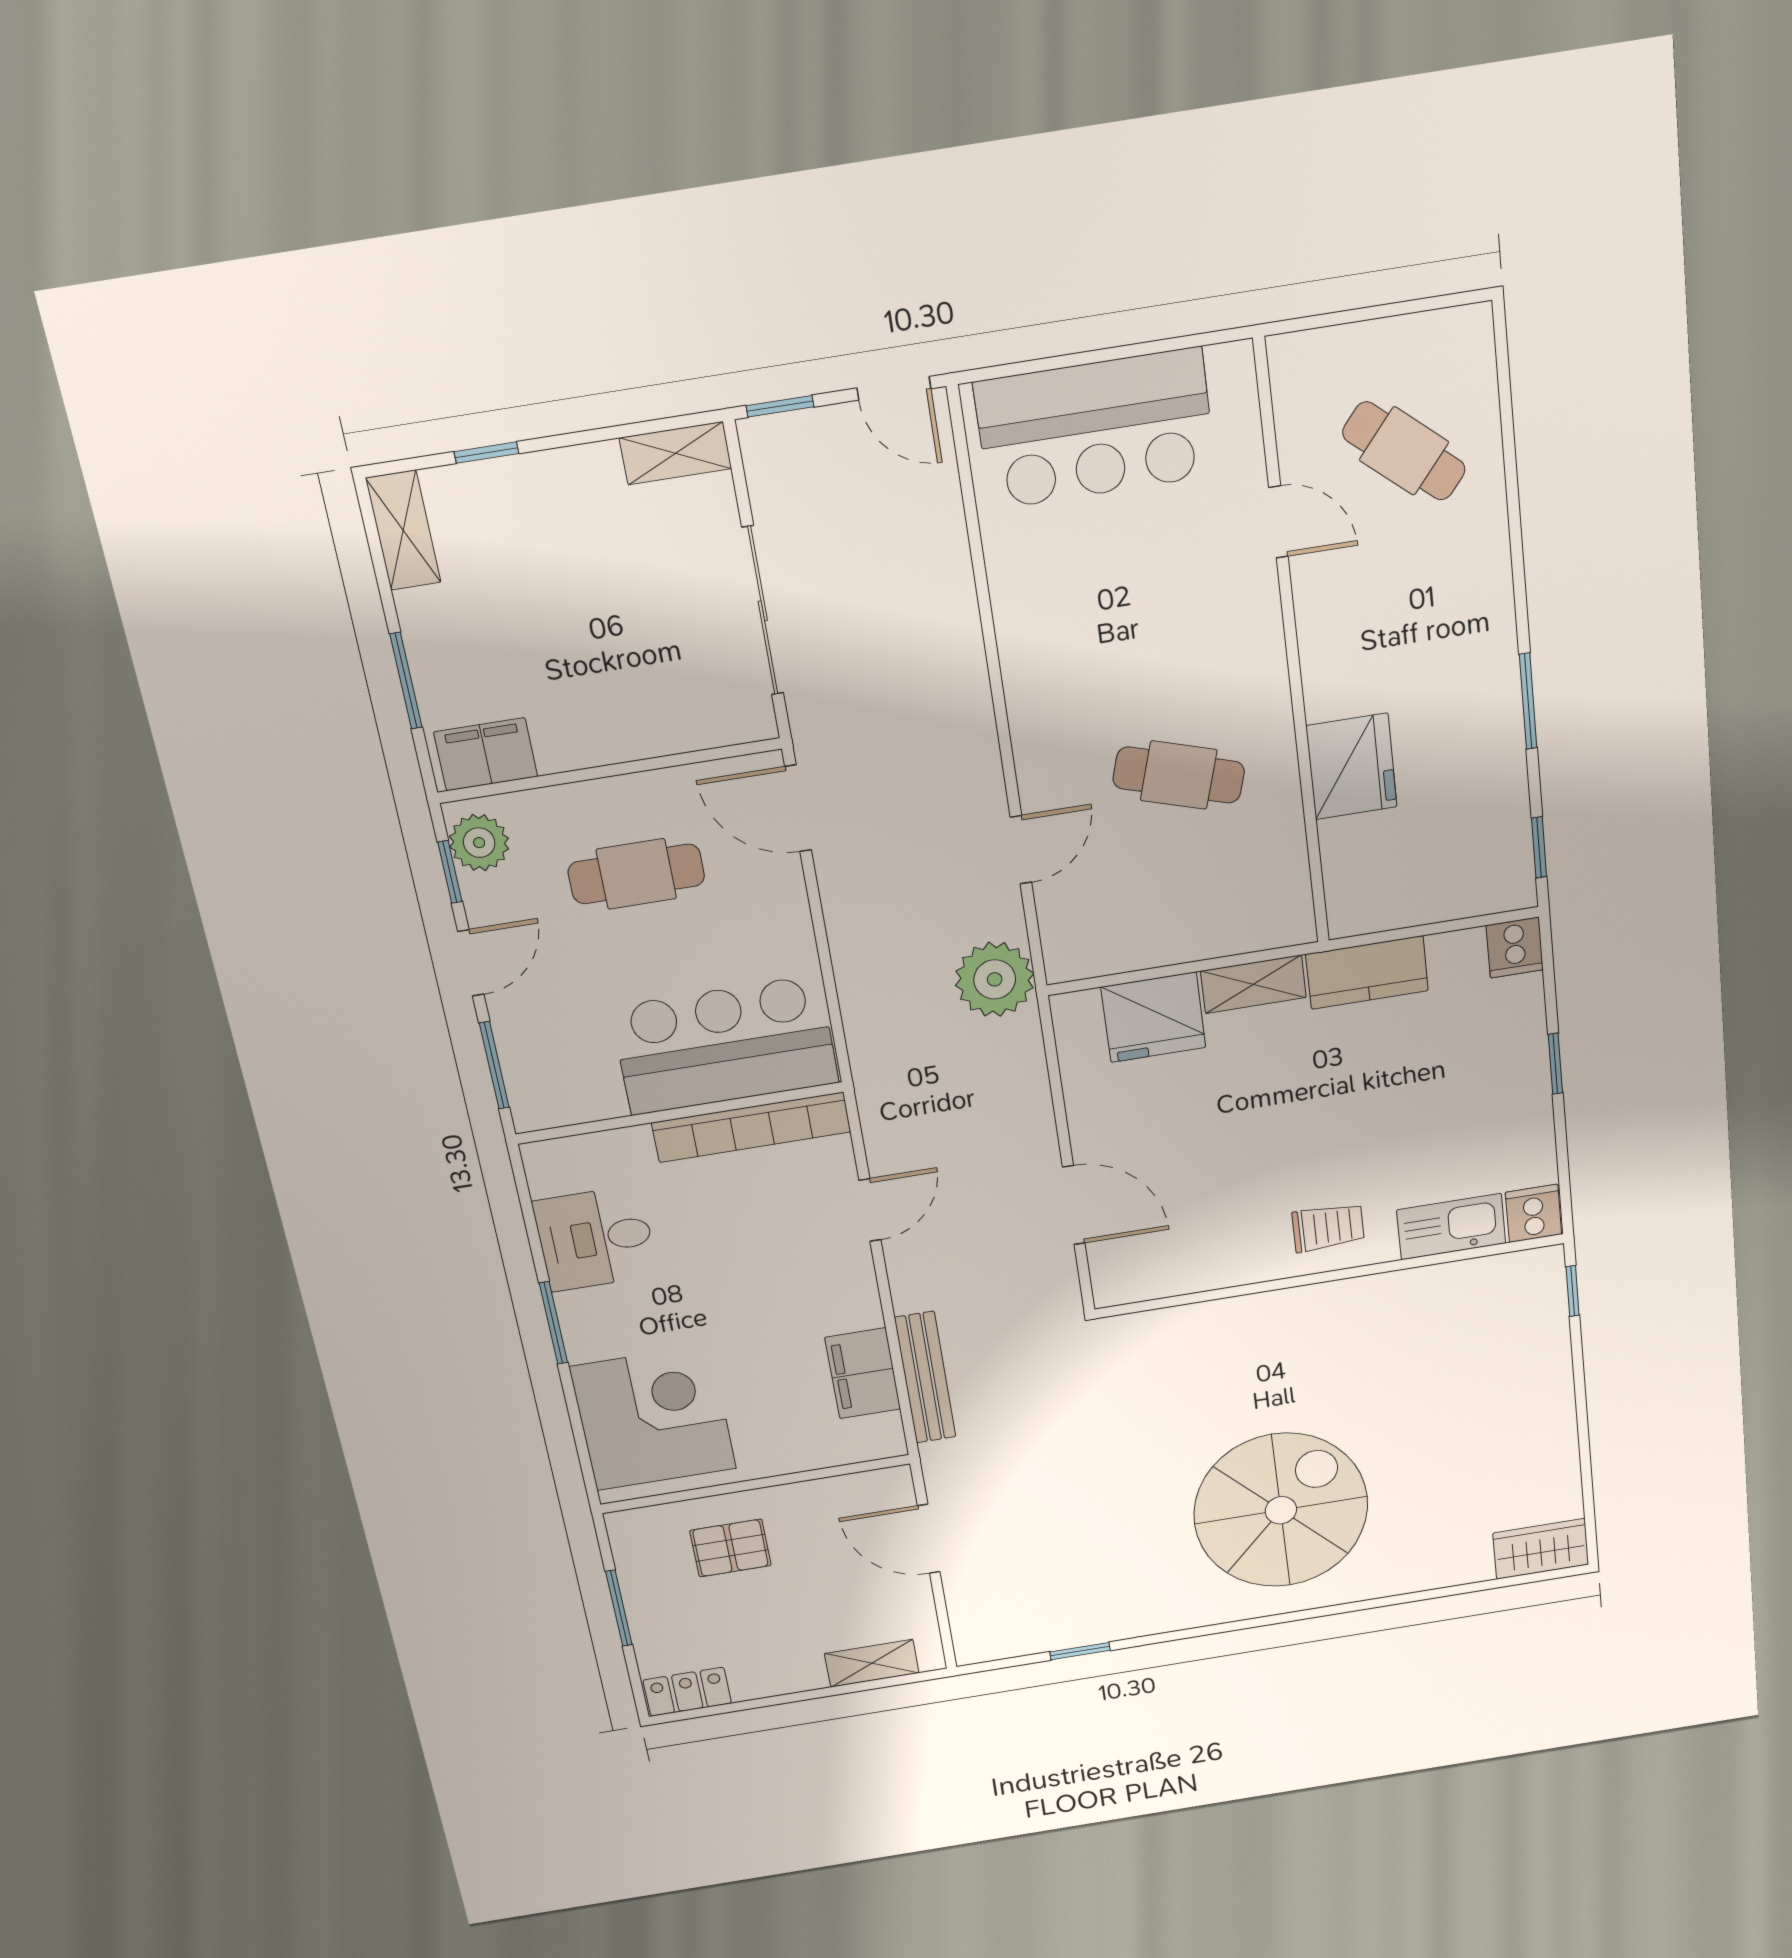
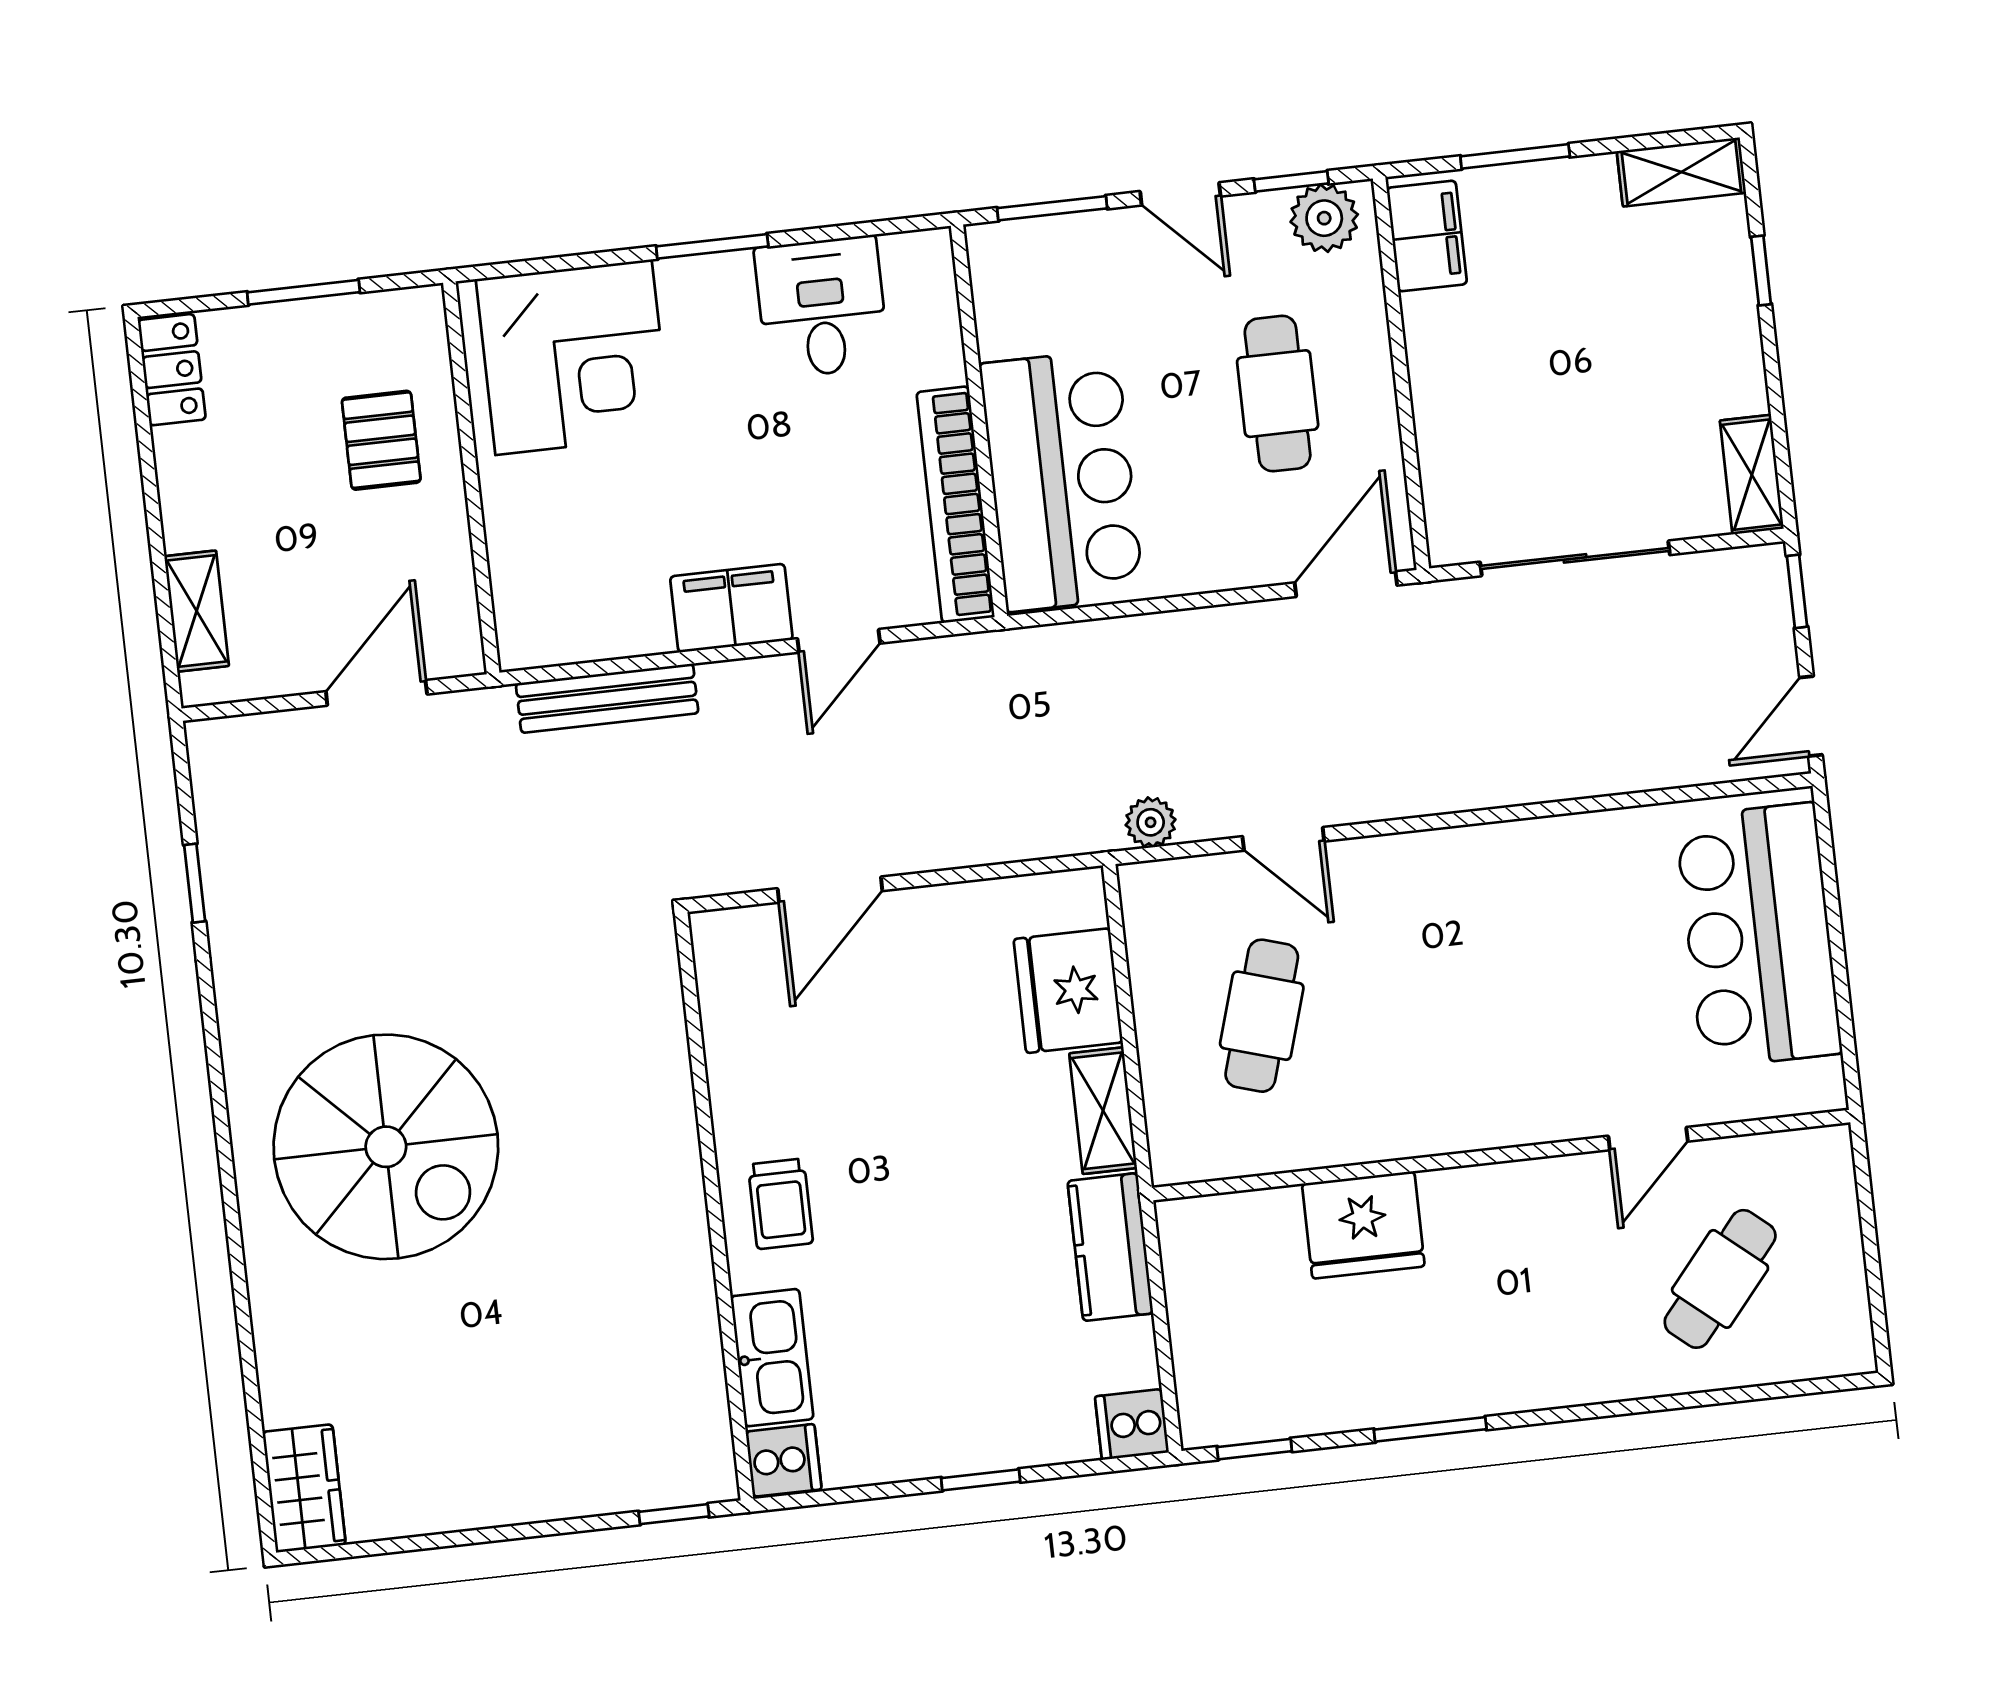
cafe table: (1179, 775) -> (1262, 1016), moved
plant: (995, 979) -> (1151, 822), width x0.53, depth x0.53
door: (870, 1210) -> (839, 641), hinge flipped
filing cabinet: (863, 1373) -> (731, 608), moved

